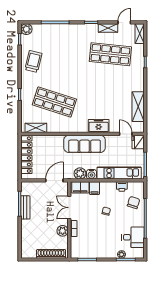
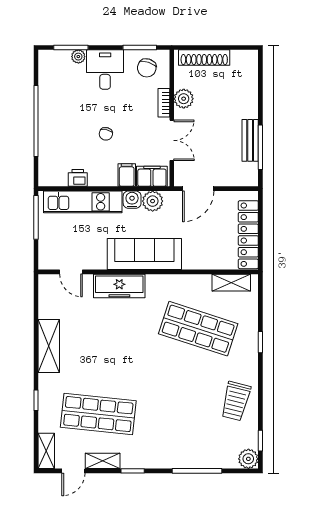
shelving: (138, 107) -> (49, 346), moved
freezer: (99, 126) -> (119, 286), width x1.40
fridge: (138, 142) -> (49, 257), removed
chair: (134, 203) -> (147, 68), moved
desk: (133, 237) -> (105, 69), moved, turned 90

